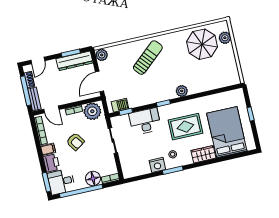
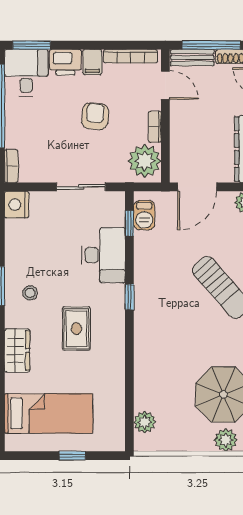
door: (99, 82) -> (197, 187), swing flipped
plant: (182, 91) -> (145, 422), moved
door: (51, 109) -> (165, 85), swing flipped
rug: (185, 127) -> (76, 329), width x0.73, depth x0.70
bed: (227, 132) -> (49, 413), width x0.67
armchair: (75, 142) -> (95, 116), turned 129
nightstand: (157, 165) -> (17, 205), moved
floor lamp: (93, 179) -> (19, 134), removed

